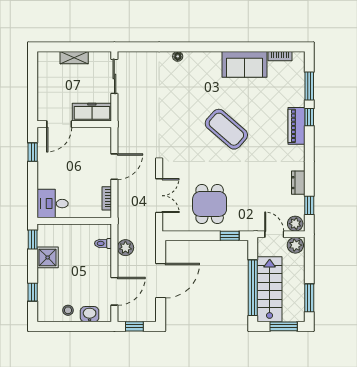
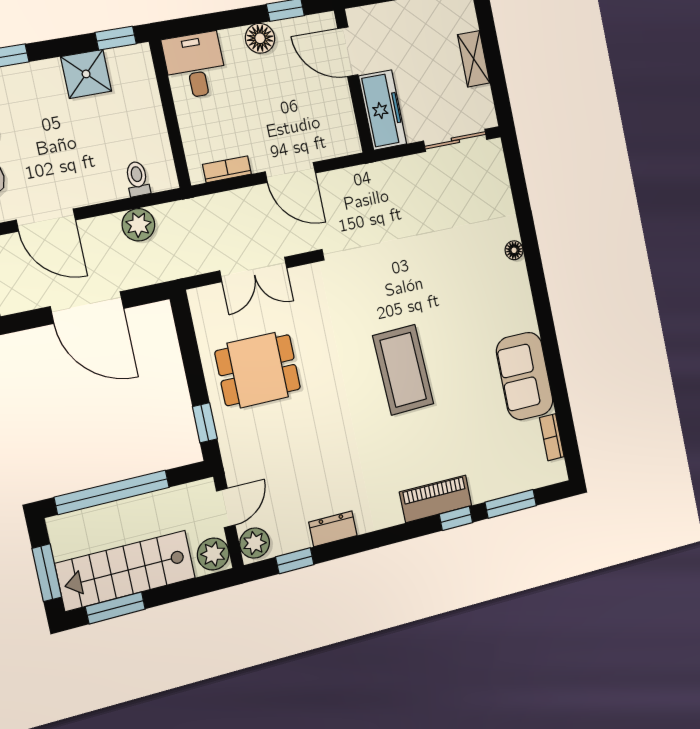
coffee table: (226, 129) -> (403, 370), turned -43
floor lamp: (45, 168) -> (260, 38), added
stairs: (270, 289) -> (126, 571), moved, turned 180

